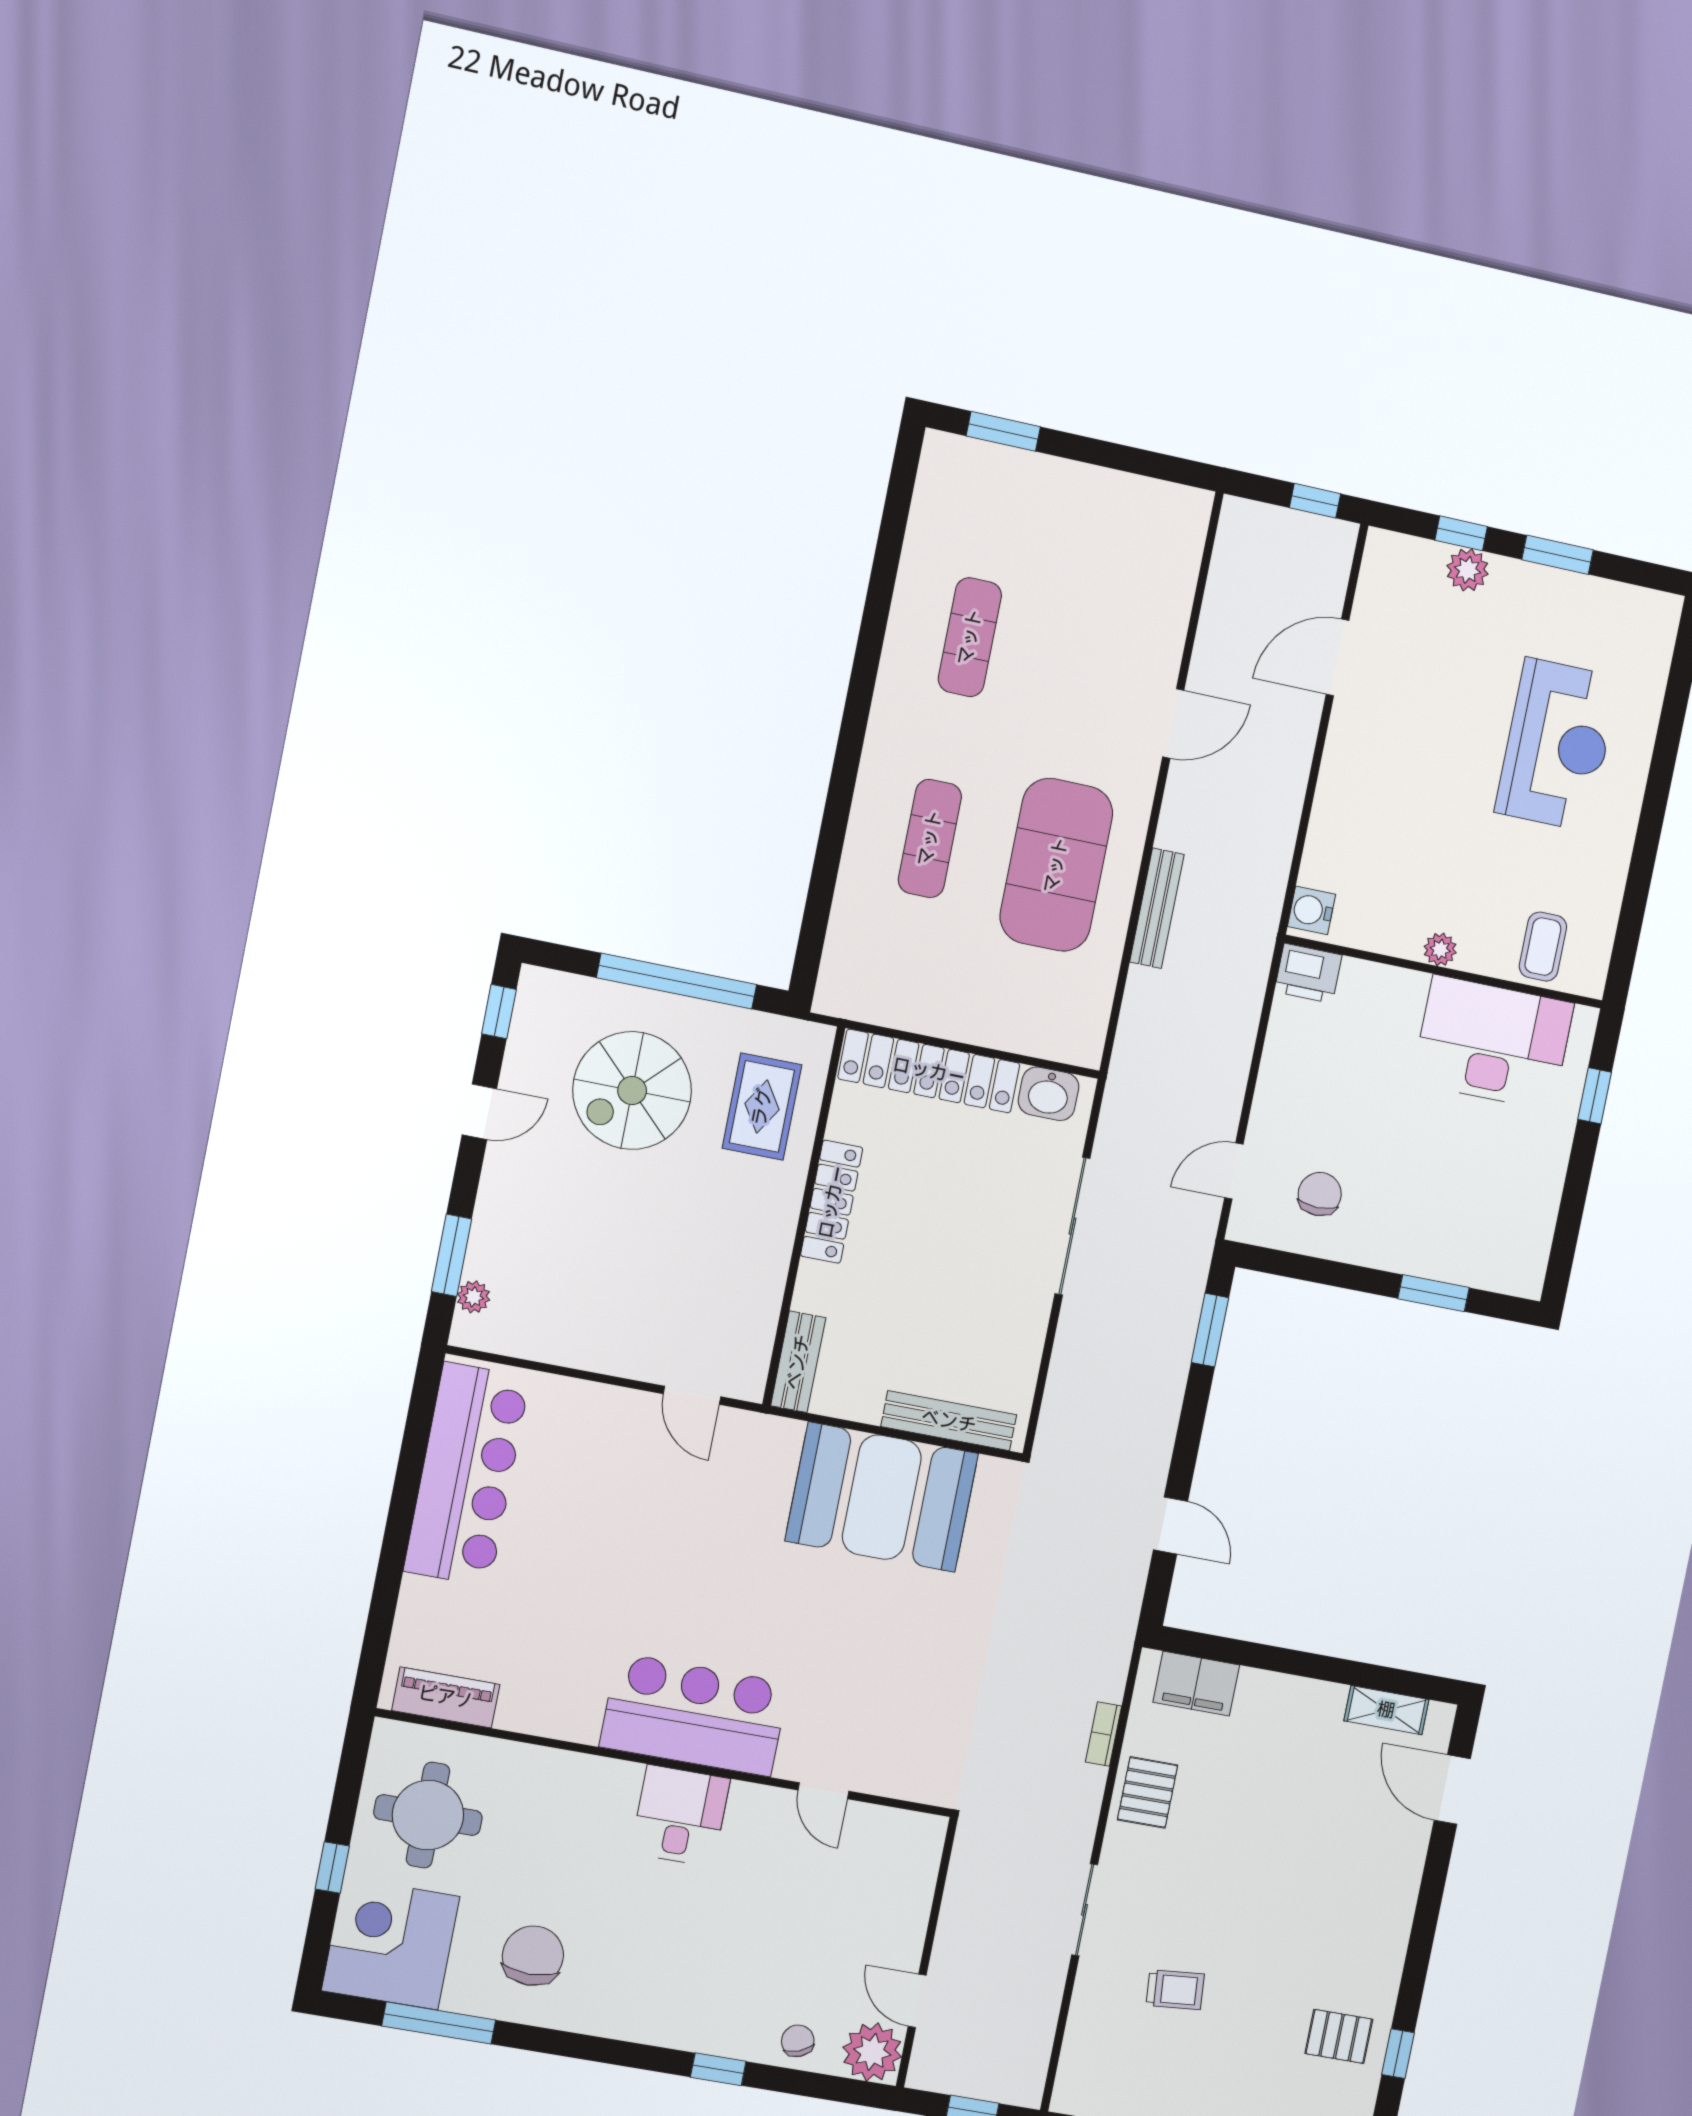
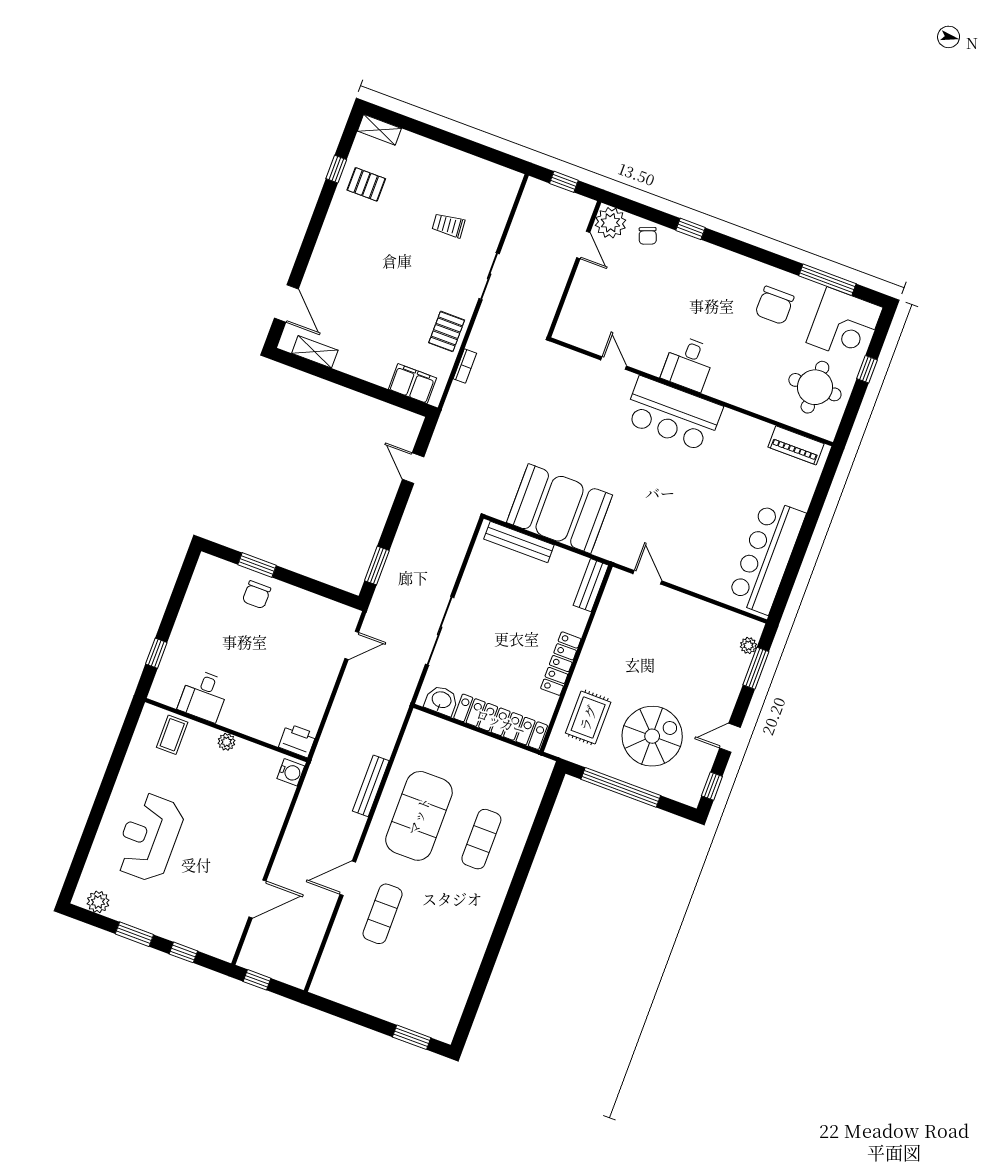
plant: (1468, 570) -> (98, 902), moved
exercise mat: (970, 637) -> (383, 914), moved
desk: (1493, 1043) -> (204, 696), width x0.53, depth x0.77
chair: (1320, 1194) -> (257, 595), moved

